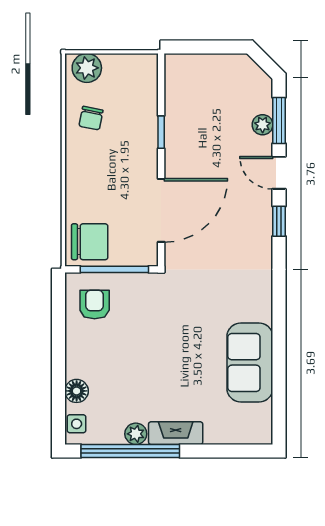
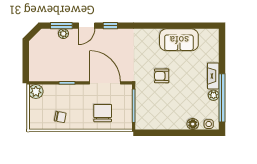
plant: (87, 68) -> (36, 91), moved
chair: (90, 242) -> (103, 113), moved
armchair: (95, 304) -> (162, 76), moved

